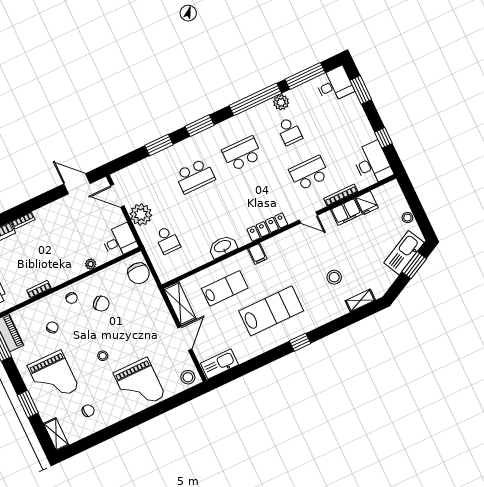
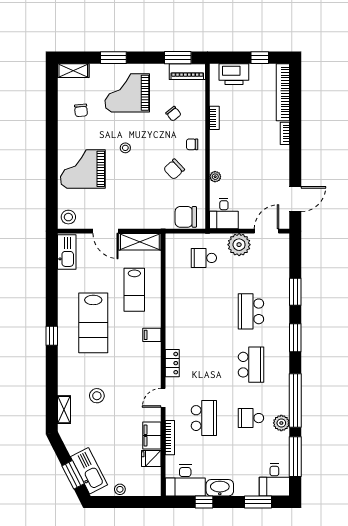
locker: (267, 227) -> (172, 363), width x0.66
washbasin: (223, 247) -> (220, 488), moved, turned -90

